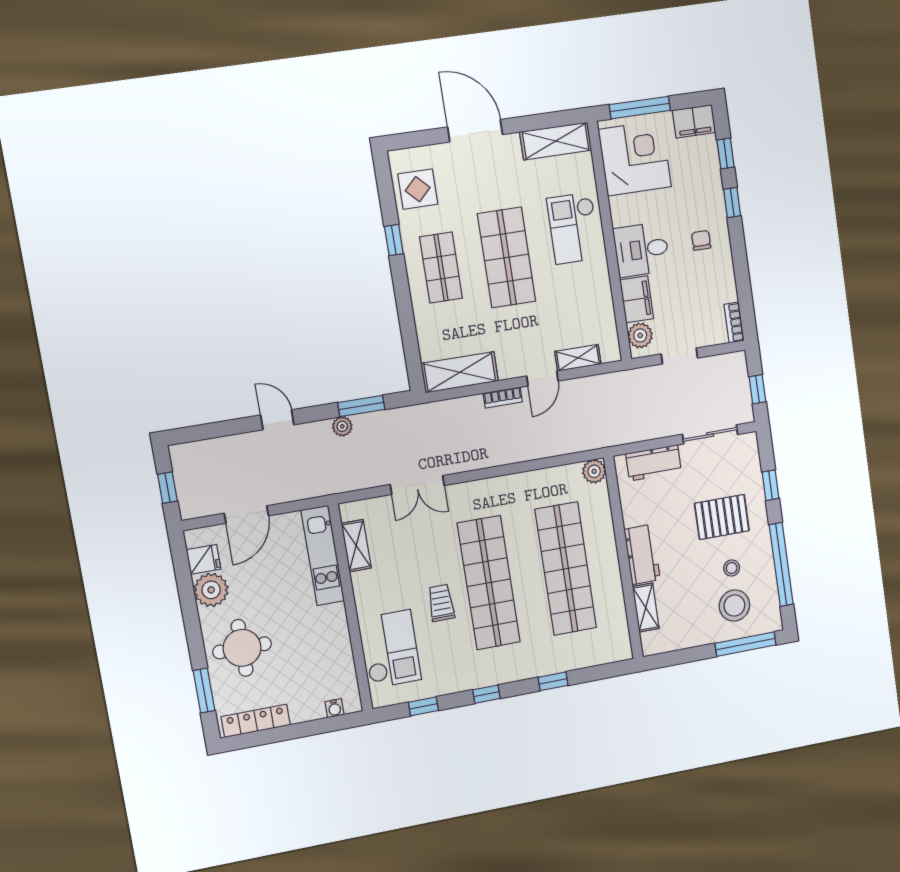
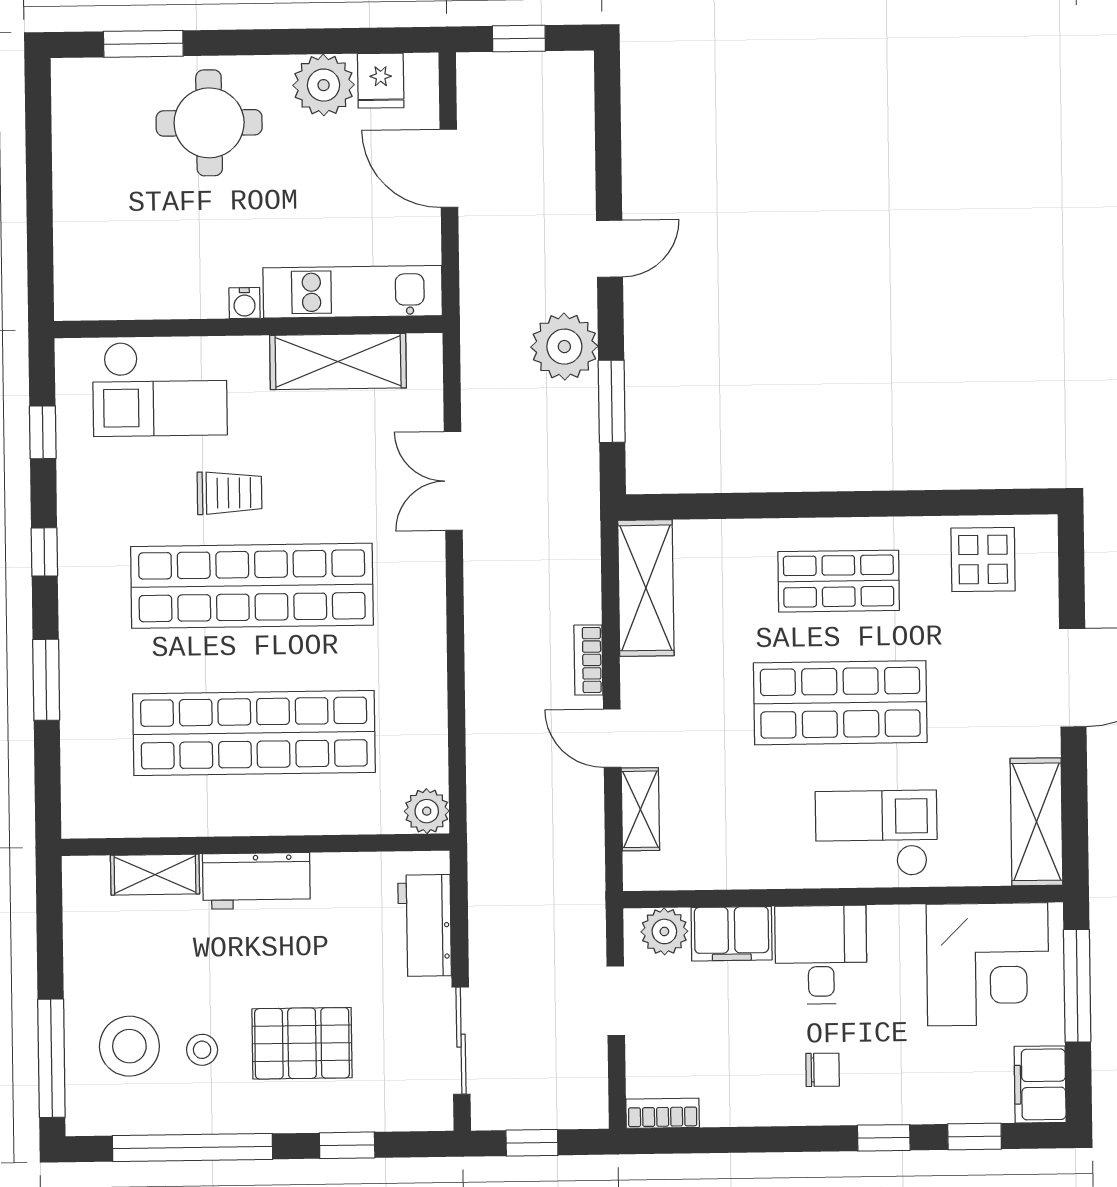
window: (394, 240) -> (899, 503), removed
plant: (342, 426) -> (564, 347), width x1.87, depth x1.87
pallet: (722, 517) -> (302, 1043), turned 90
shelving: (356, 546) -> (338, 362), width x1.50, depth x1.33
window: (553, 681) -> (46, 680), width x1.50
water cooler: (335, 708) -> (245, 303), moved, turned -90
locker: (256, 721) -> (71, 126), removed

